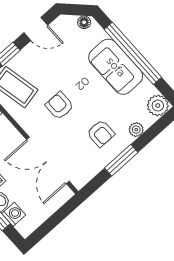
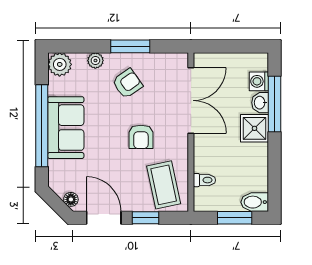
floor lamp: (84, 22) -> (71, 199), moved
door: (36, 29) -> (104, 218), width x1.38
armchair: (101, 133) -> (127, 84), turned 55

